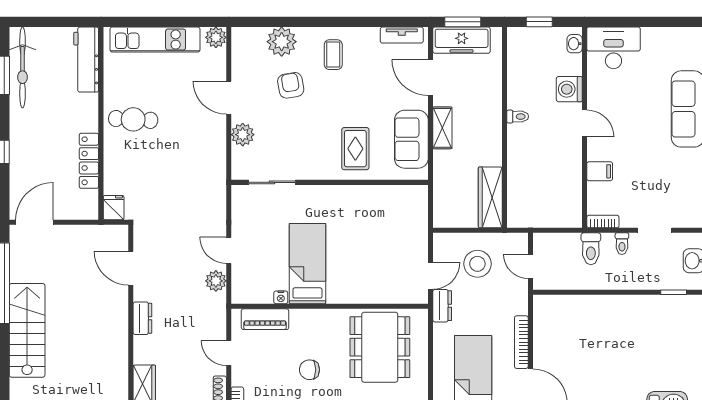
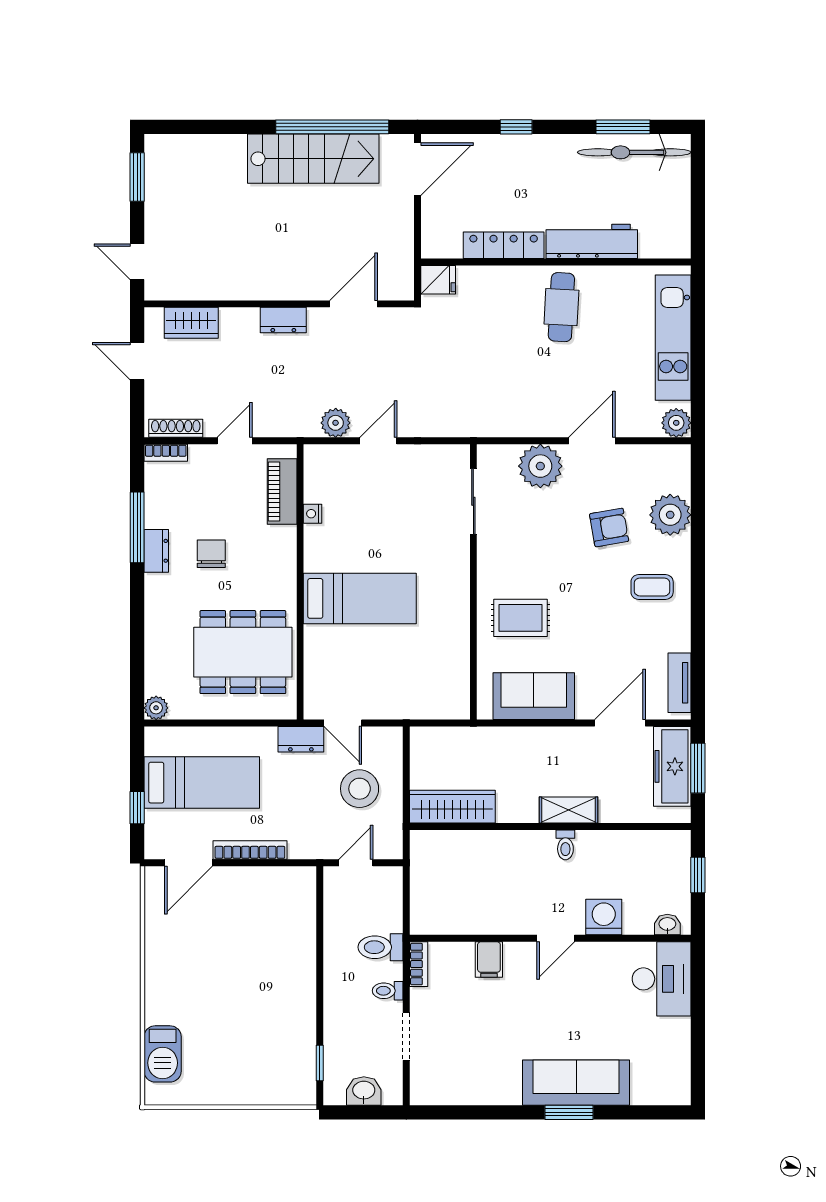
workbench: (86, 60) -> (592, 241), moved
shelving: (442, 128) -> (568, 810), moved
plant: (243, 135) -> (540, 466), width x1.36, depth x1.36
door: (34, 222) -> (417, 169), hinge flipped
bed: (307, 264) -> (360, 598), moved
stairs: (27, 330) -> (313, 159), moved

